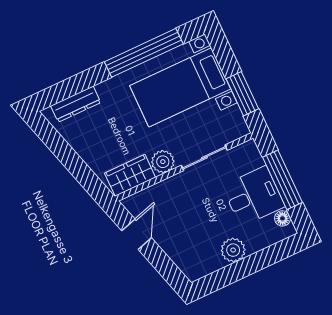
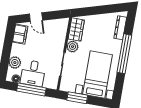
window: (144, 53) -> (124, 54), moved
door: (137, 234) -> (36, 17), moved
plant: (233, 250) -> (15, 63), moved
filing cabinet: (203, 263) -> (20, 34), added

